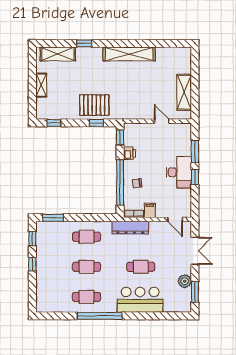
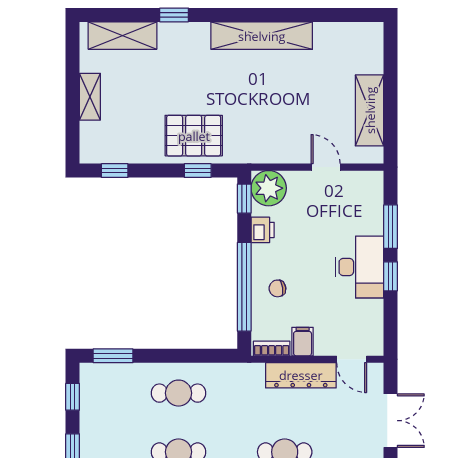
plant: (133, 132) -> (269, 188), added
dresser: (130, 228) -> (301, 375), moved

